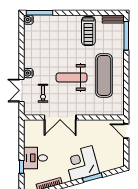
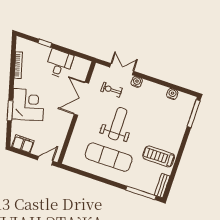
water cooler: (28, 20) -> (172, 94), moved
filing cabinet: (118, 156) -> (23, 144), added
desk: (35, 158) -> (59, 64), moved

